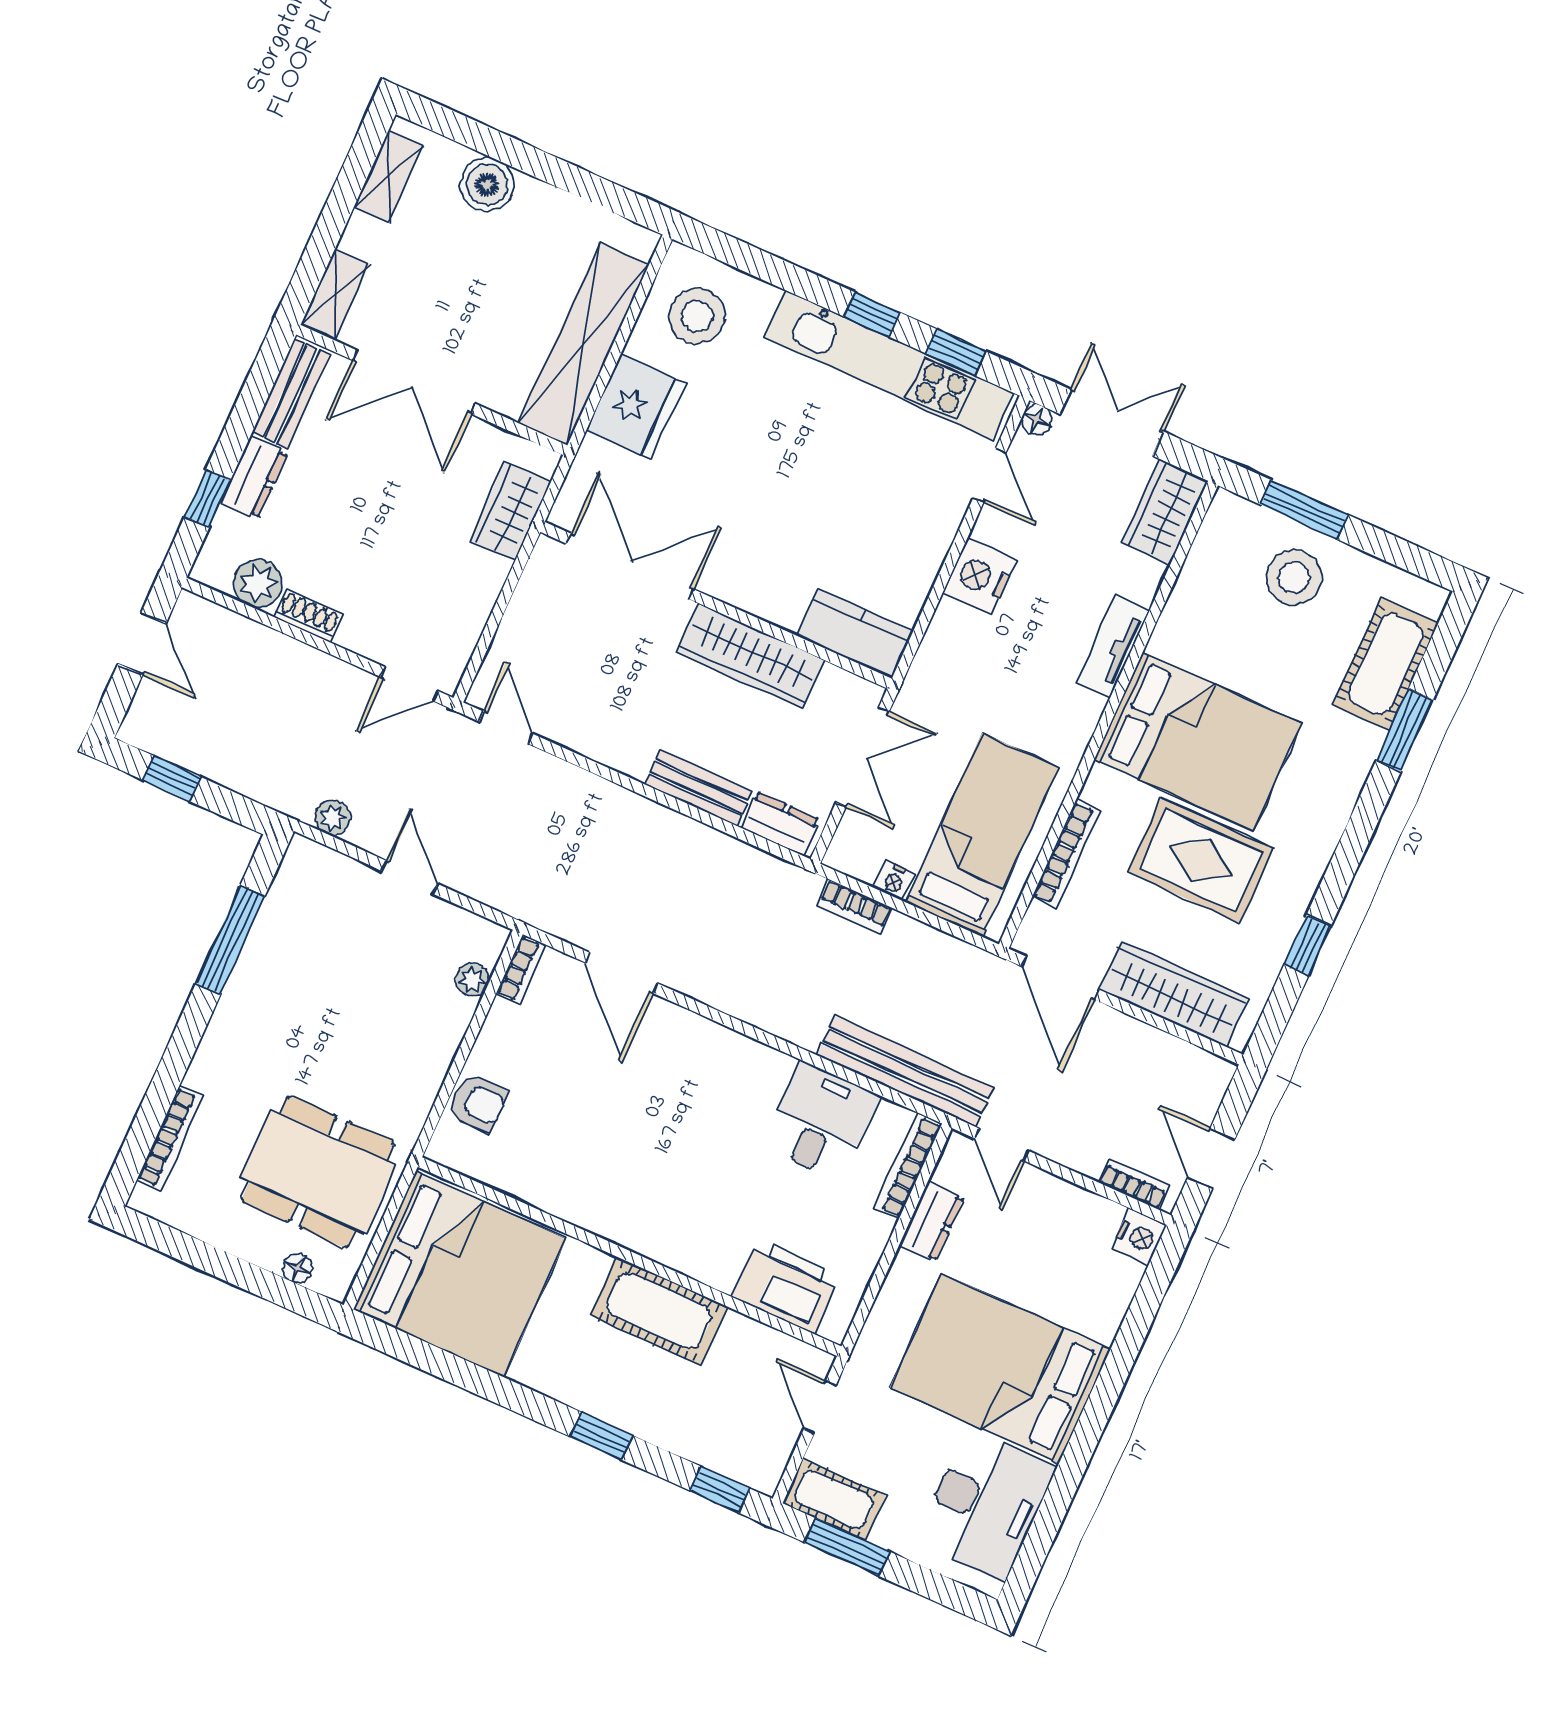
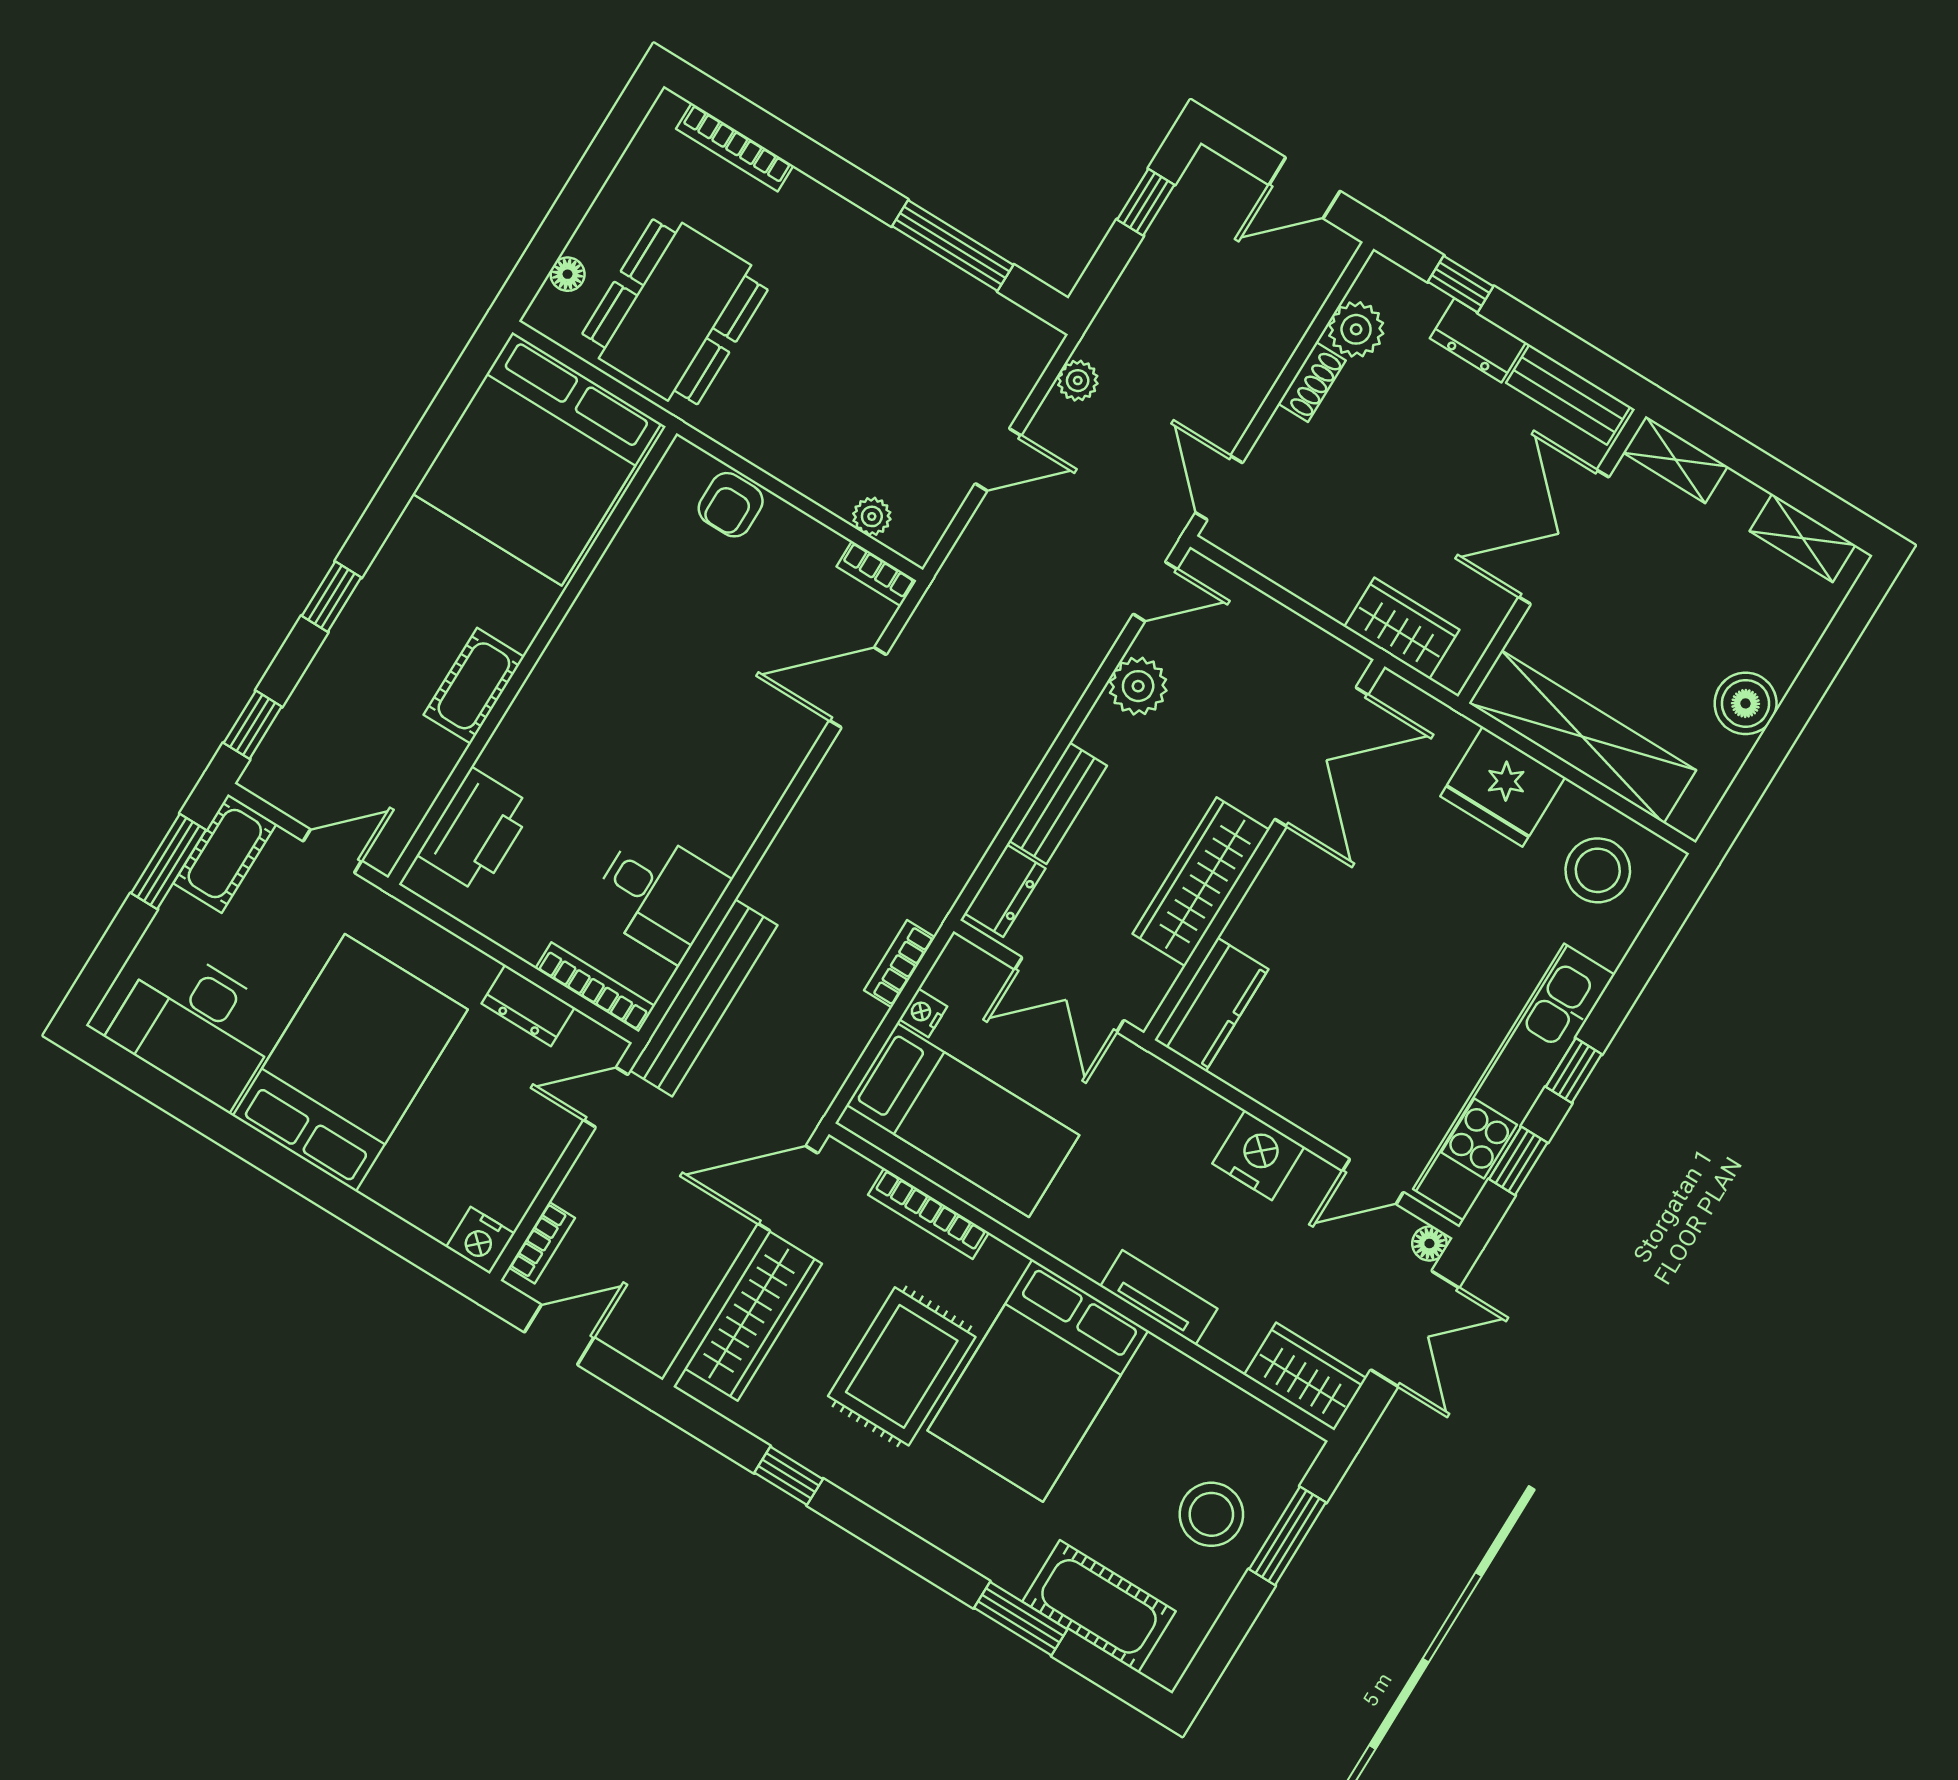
boiler: (487, 185) -> (1746, 703), moved
plant: (589, 732) -> (1138, 686), added
cot: (659, 1311) -> (474, 686), width x0.73, depth x0.75

